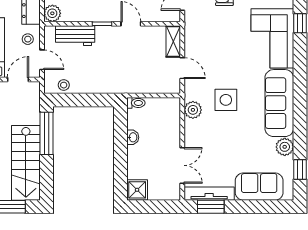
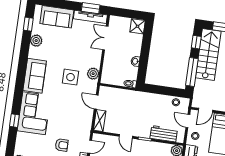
sofa: (279, 103) -> (35, 76), width x0.73
window: (46, 179) -> (196, 42), added

